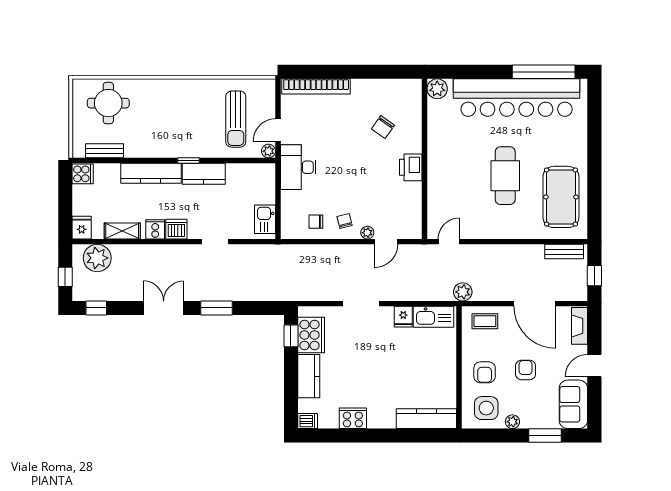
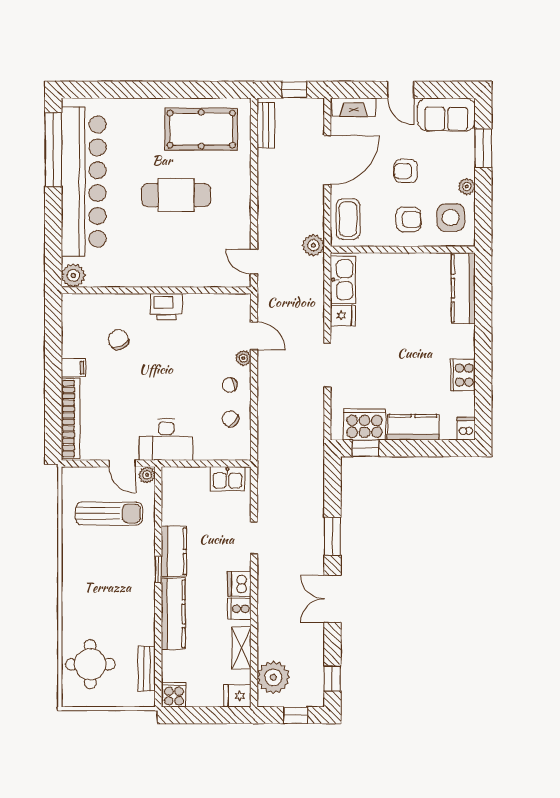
filing cabinet: (359, 89) -> (74, 368), added
chair: (383, 127) -> (119, 340), turned -150
chair: (316, 222) -> (230, 419), turned 127
coffee table: (485, 321) -> (348, 219), width x1.36, depth x1.30

